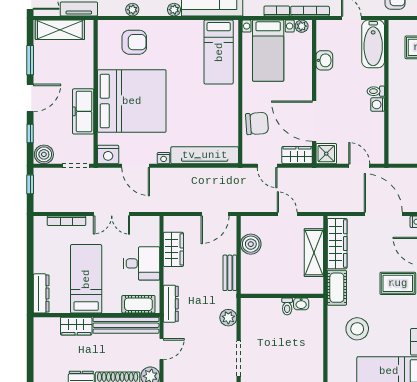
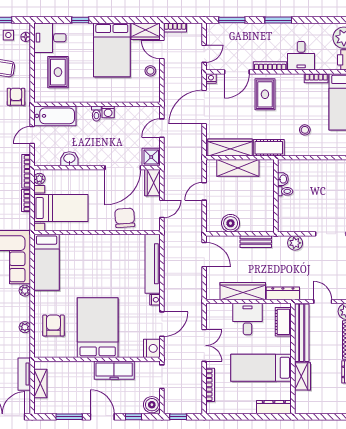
shelving: (60, 30) -> (40, 384), width x0.67, depth x0.75
bed: (219, 52) -> (47, 262), moved, turned 90
bed: (132, 101) -> (98, 328), width x0.73
wardrobe: (173, 249) -> (243, 291), width x1.50
stool: (357, 329) -> (305, 130), width x0.53, depth x0.53

